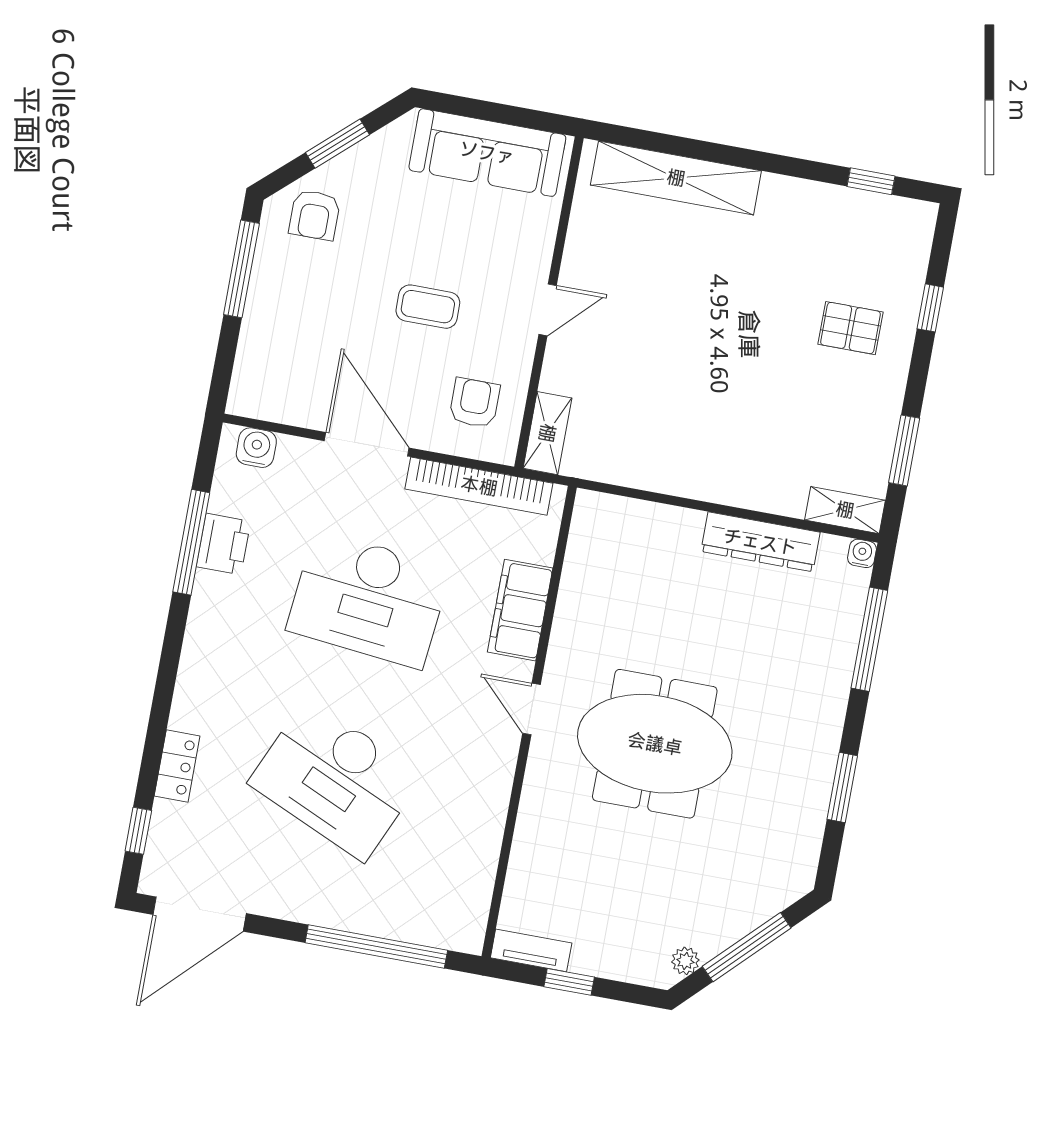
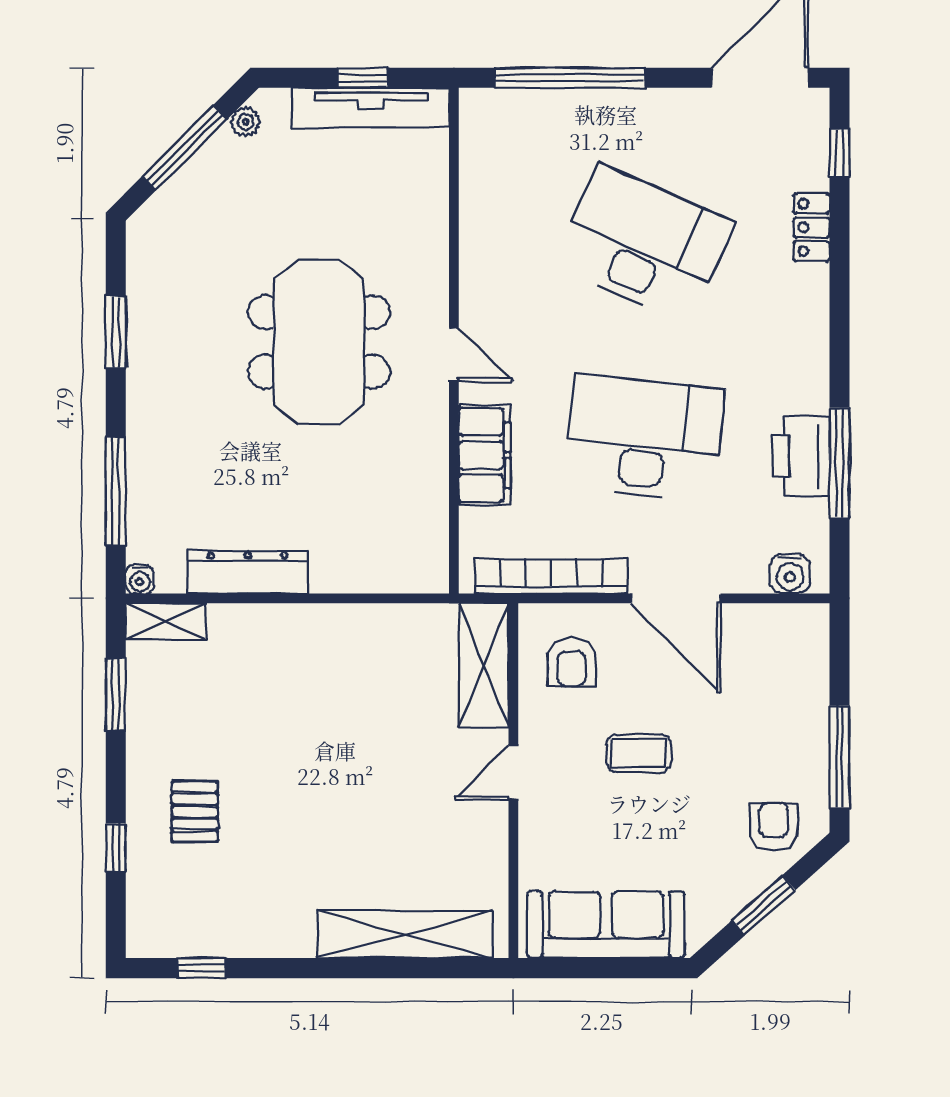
pallet: (850, 328) -> (195, 811), turned 90
shelving: (547, 433) -> (484, 665), width x1.50, depth x1.33
printer: (223, 544) -> (801, 456), width x1.37, depth x1.19
meeting table: (655, 744) -> (319, 342), turned 90
tv unit: (531, 950) -> (371, 108), width x1.92, depth x1.29

